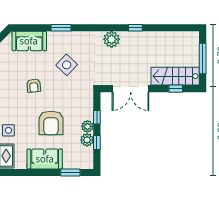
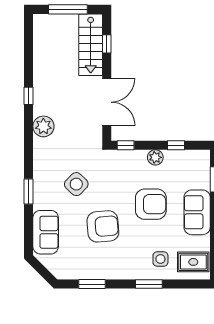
armchair: (34, 86) -> (103, 226), width x1.88, depth x1.88
window: (97, 117) -> (126, 145), moved
plant: (87, 140) -> (173, 158), removed

